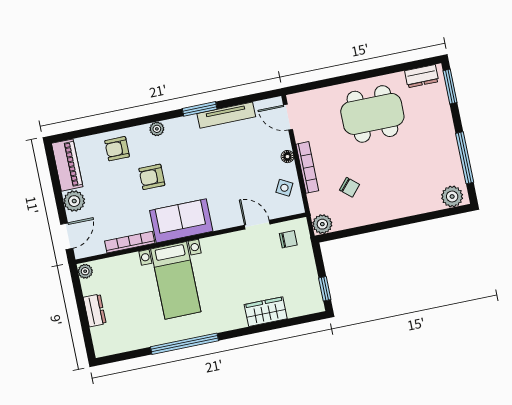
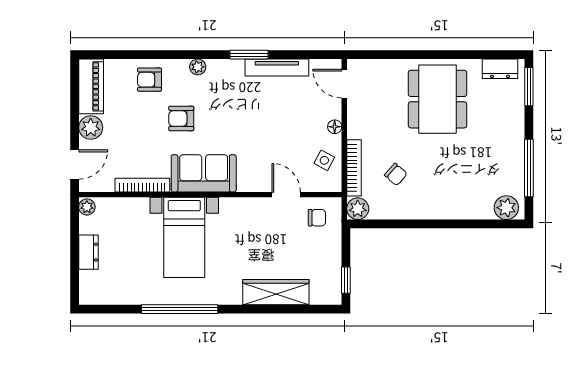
dining table: (372, 114) -> (437, 99), turned 90
bookcase: (307, 167) -> (354, 168), moved
wardrobe: (266, 312) -> (276, 292), width x1.50

